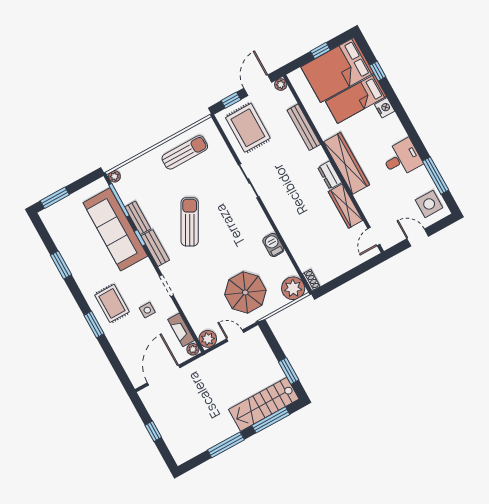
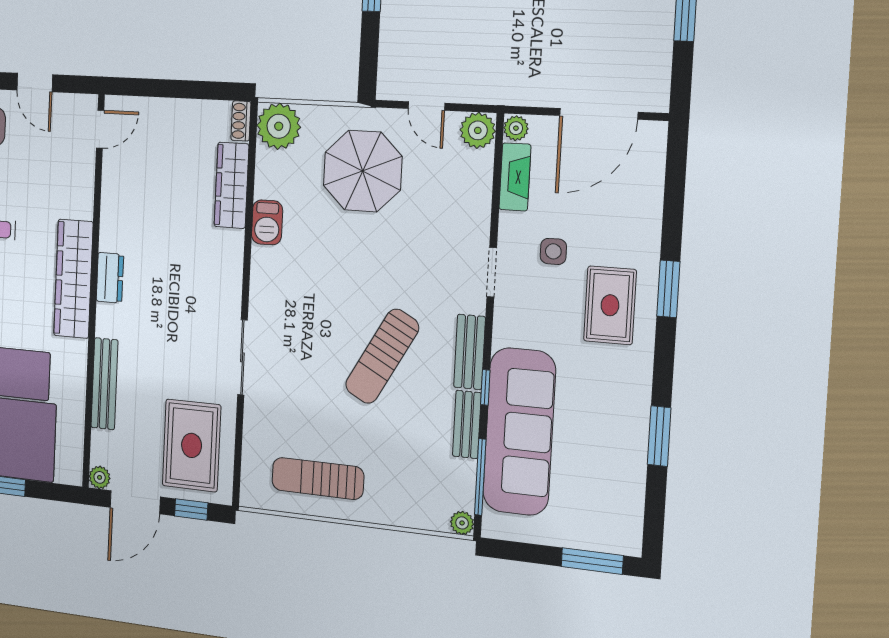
wardrobe: (346, 206) -> (232, 185), moved, turned 180

